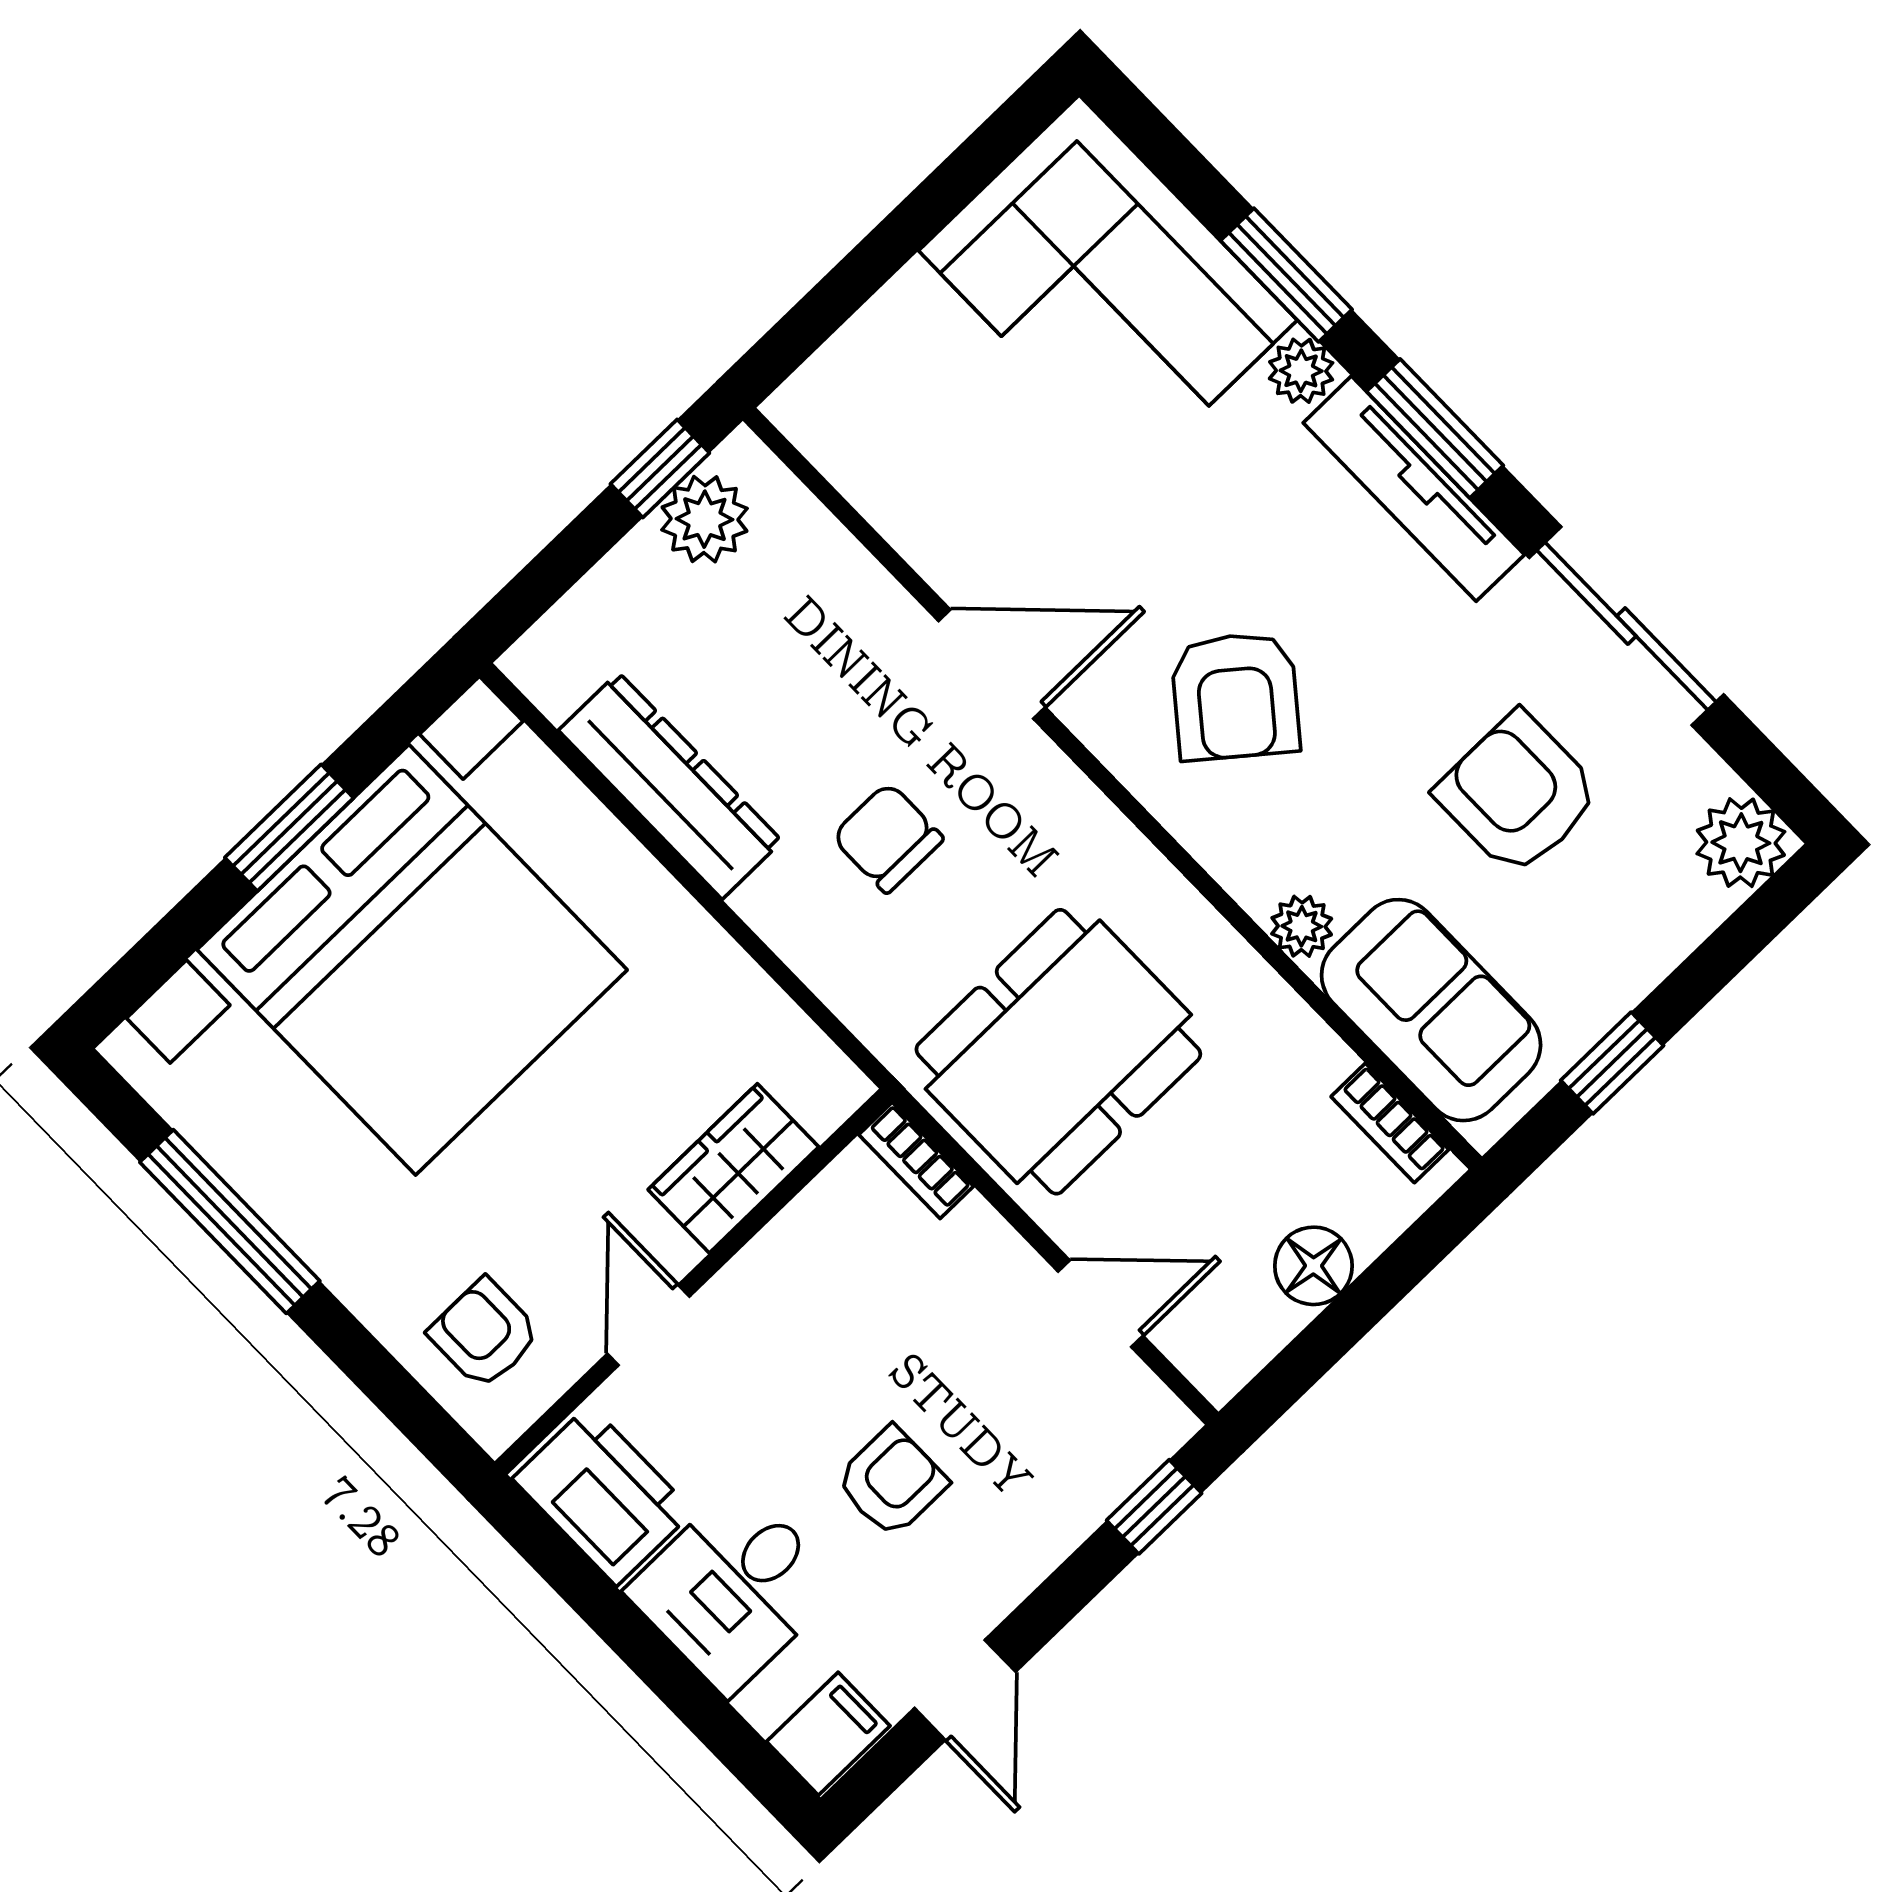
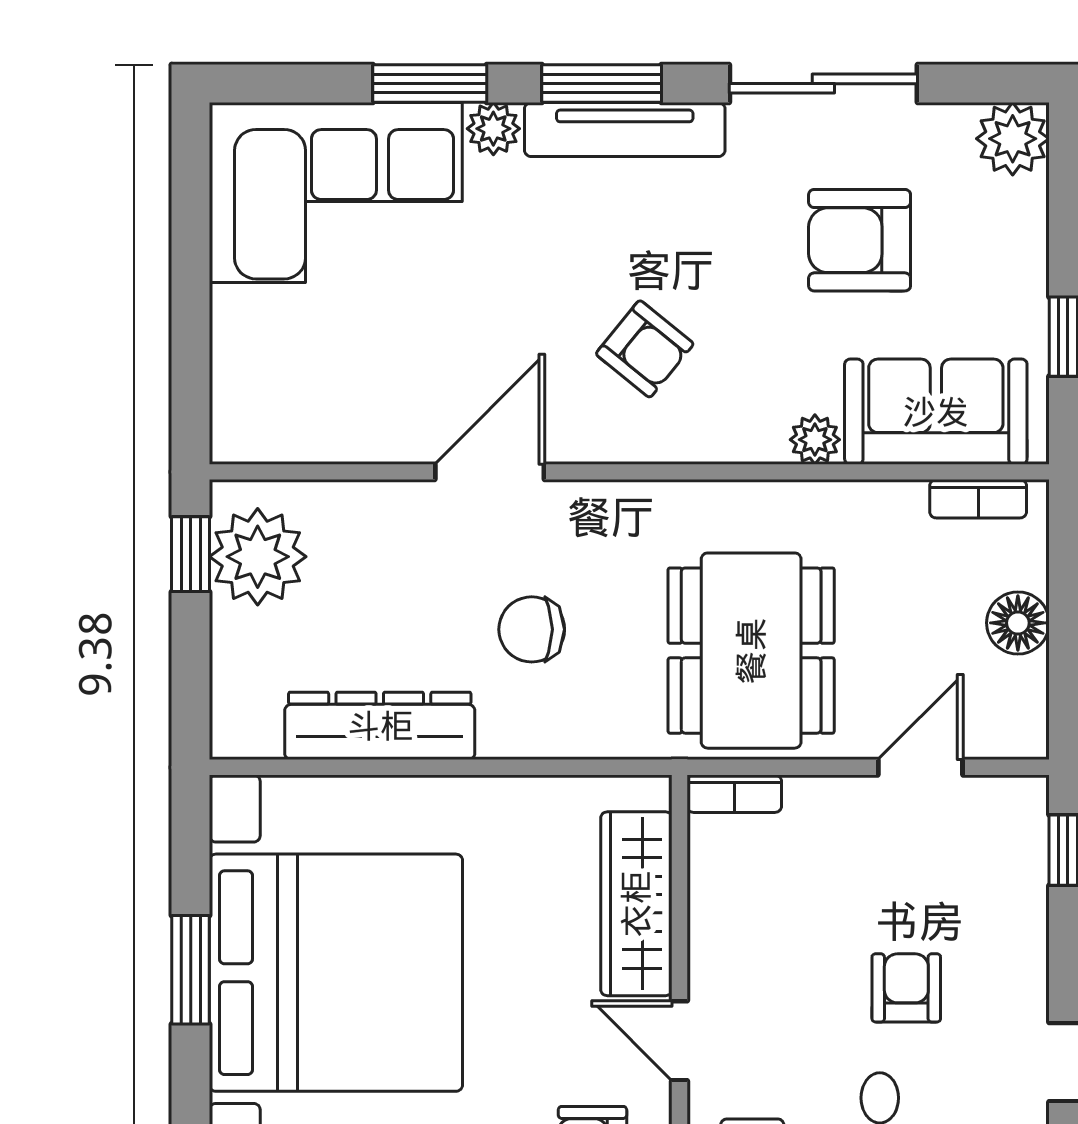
plant: (704, 519) -> (258, 557), width x1.36, depth x1.36
armchair: (1235, 696) -> (645, 349), width x0.72, depth x0.72
wardrobe: (733, 1168) -> (636, 904), width x1.50

